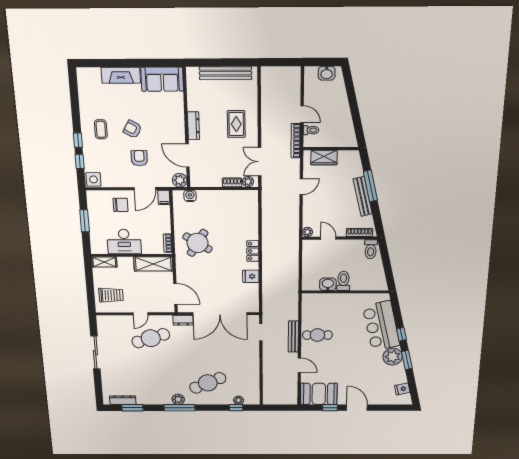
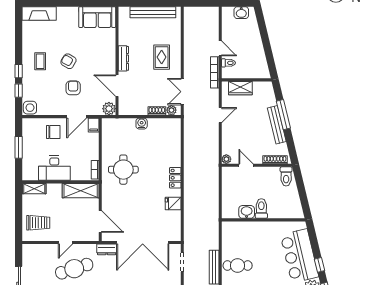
fireplace: (121, 75) -> (39, 13), moved
water cooler: (190, 196) -> (142, 124), moved
round table: (198, 243) -> (123, 170), turned -32

